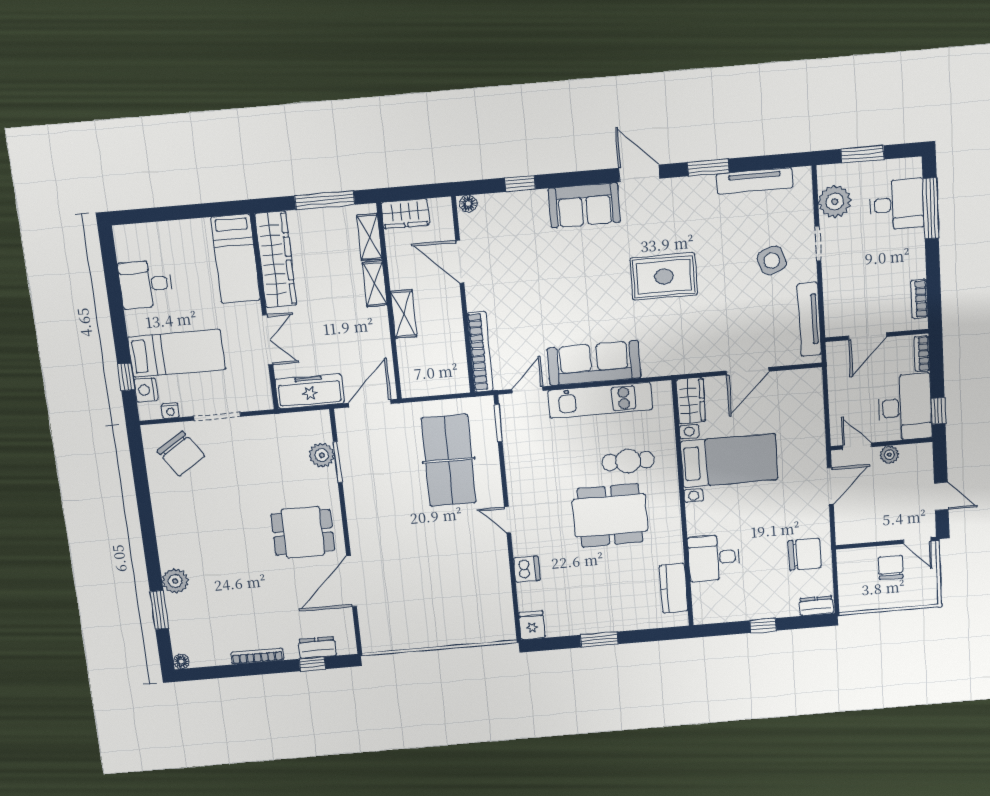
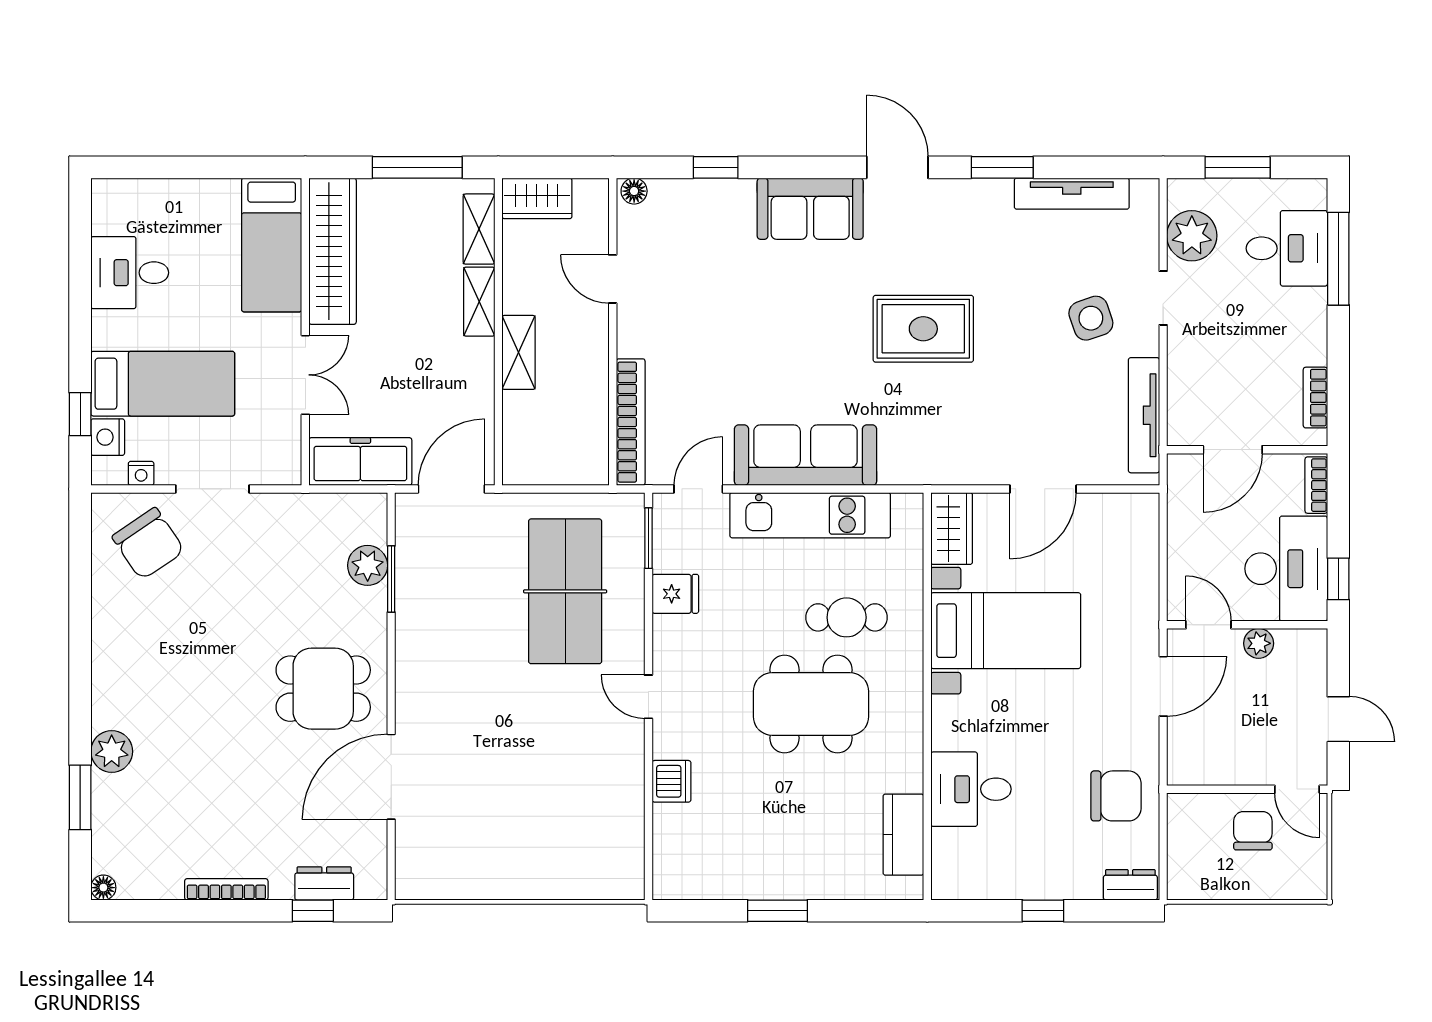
door: (460, 262) -> (613, 279), width x0.73
fridge: (532, 625) -> (675, 594), moved, turned 90

